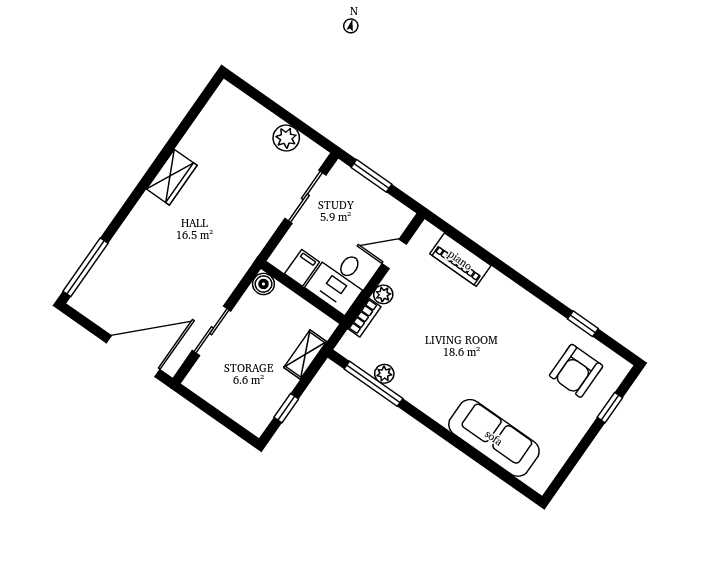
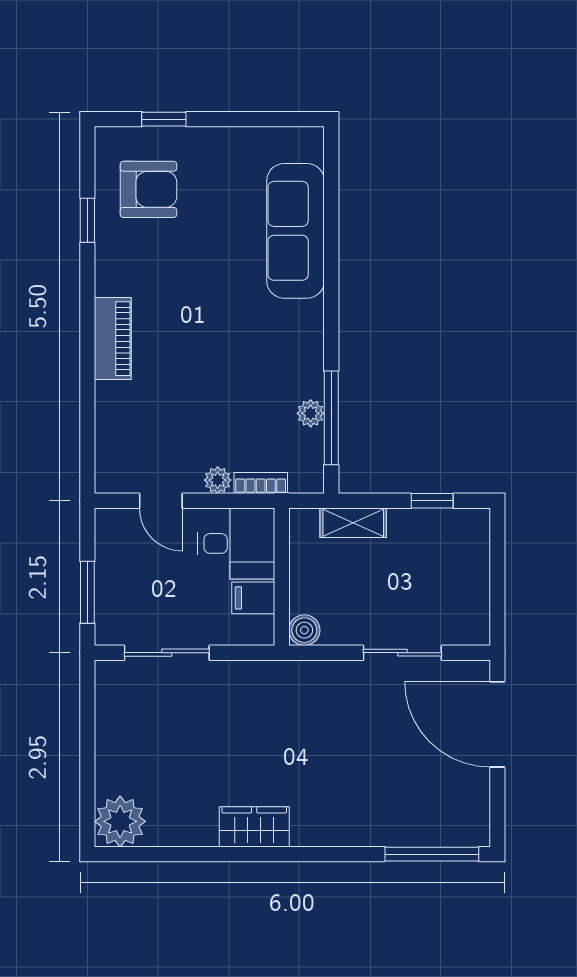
plant: (286, 138) -> (120, 821), moved, width x1.36, depth x1.36
piano: (460, 260) -> (113, 339), moved

